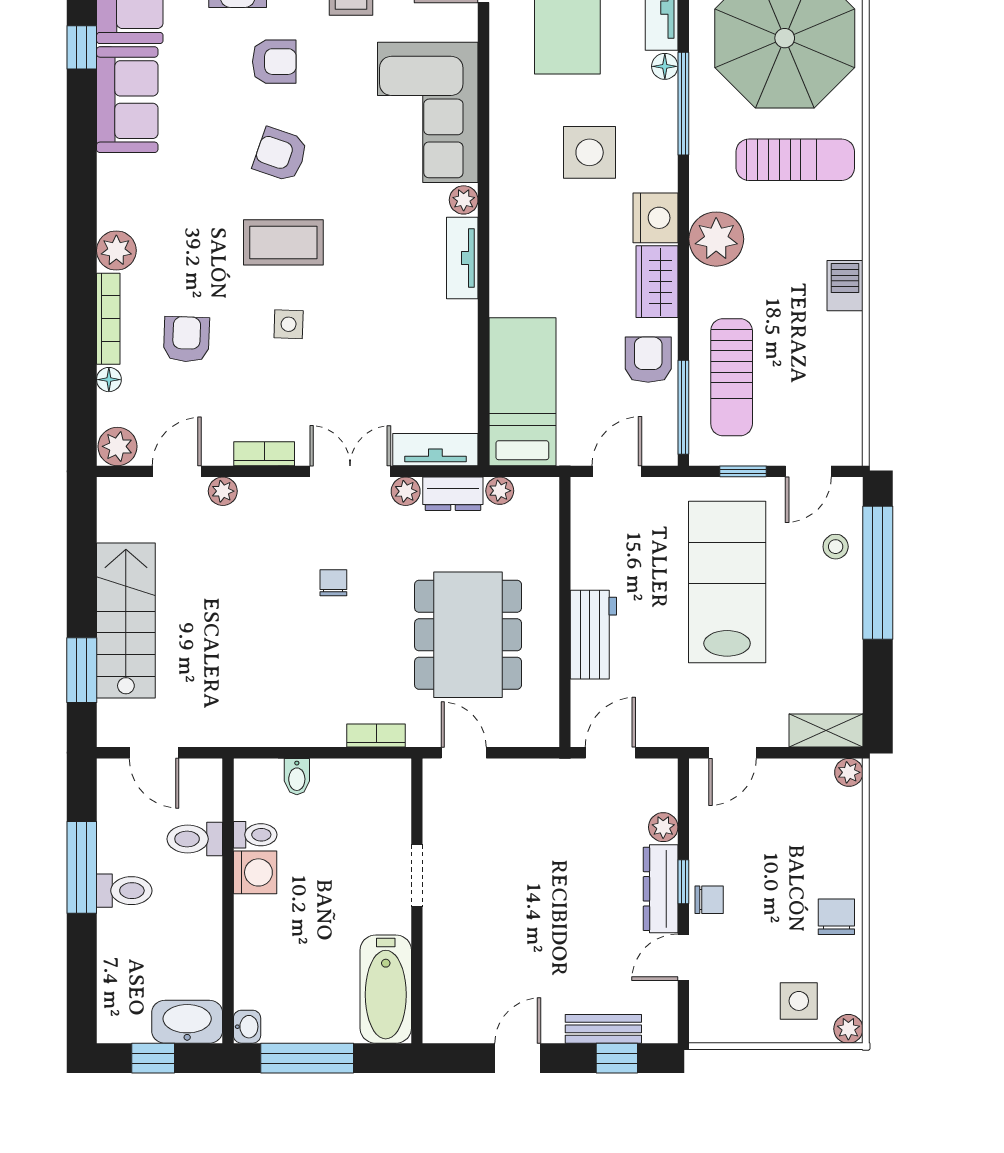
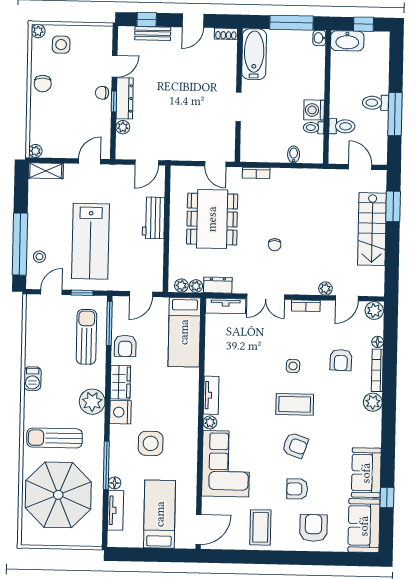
plant: (406, 491) -> (181, 286), moved
shoe rack: (447, 1031) -> (226, 34), added

